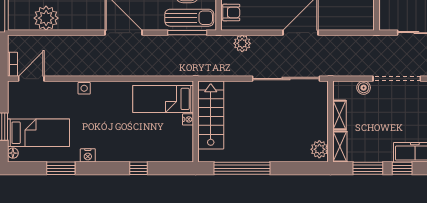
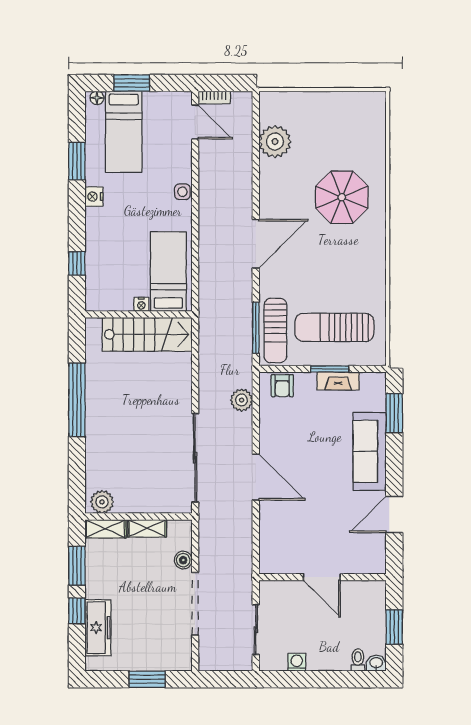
bed: (163, 99) -> (168, 272), moved
stairs: (211, 115) -> (147, 334), moved
nightstand: (188, 119) -> (141, 304), moved
wall: (196, 122) -> (139, 314), moved

